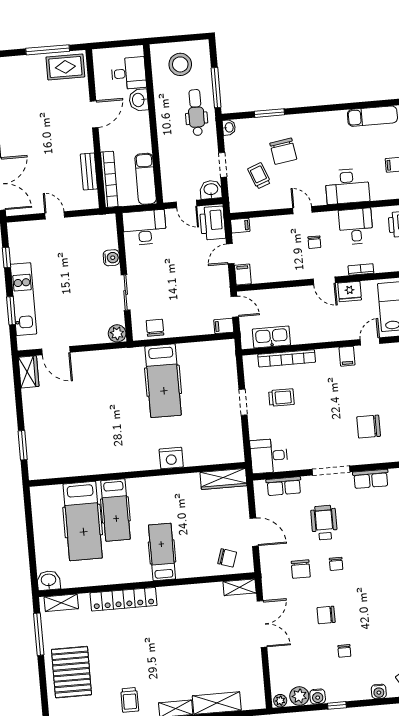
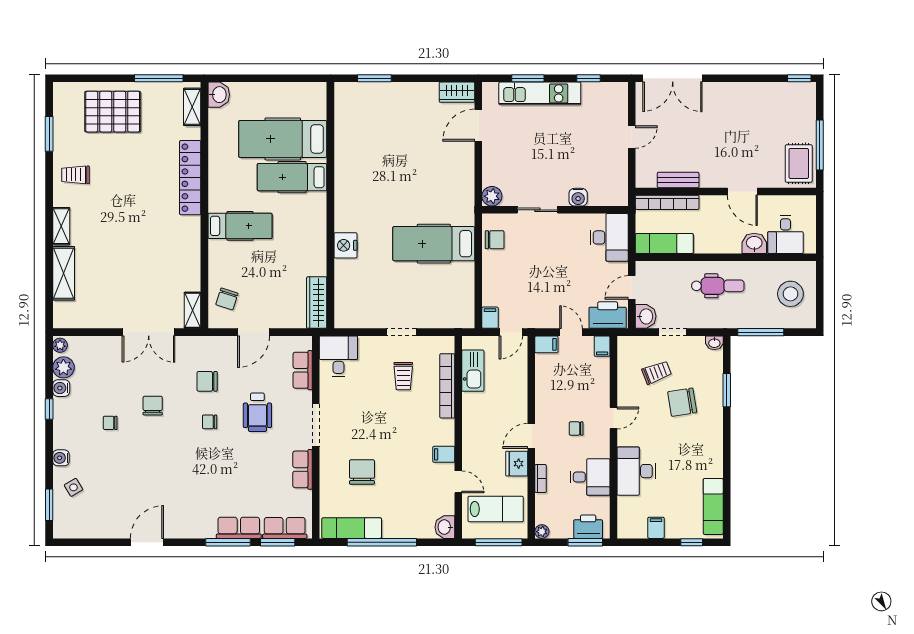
dental chair: (196, 113) -> (718, 286), moved
wheelchair: (324, 523) -> (257, 412), turned 90

